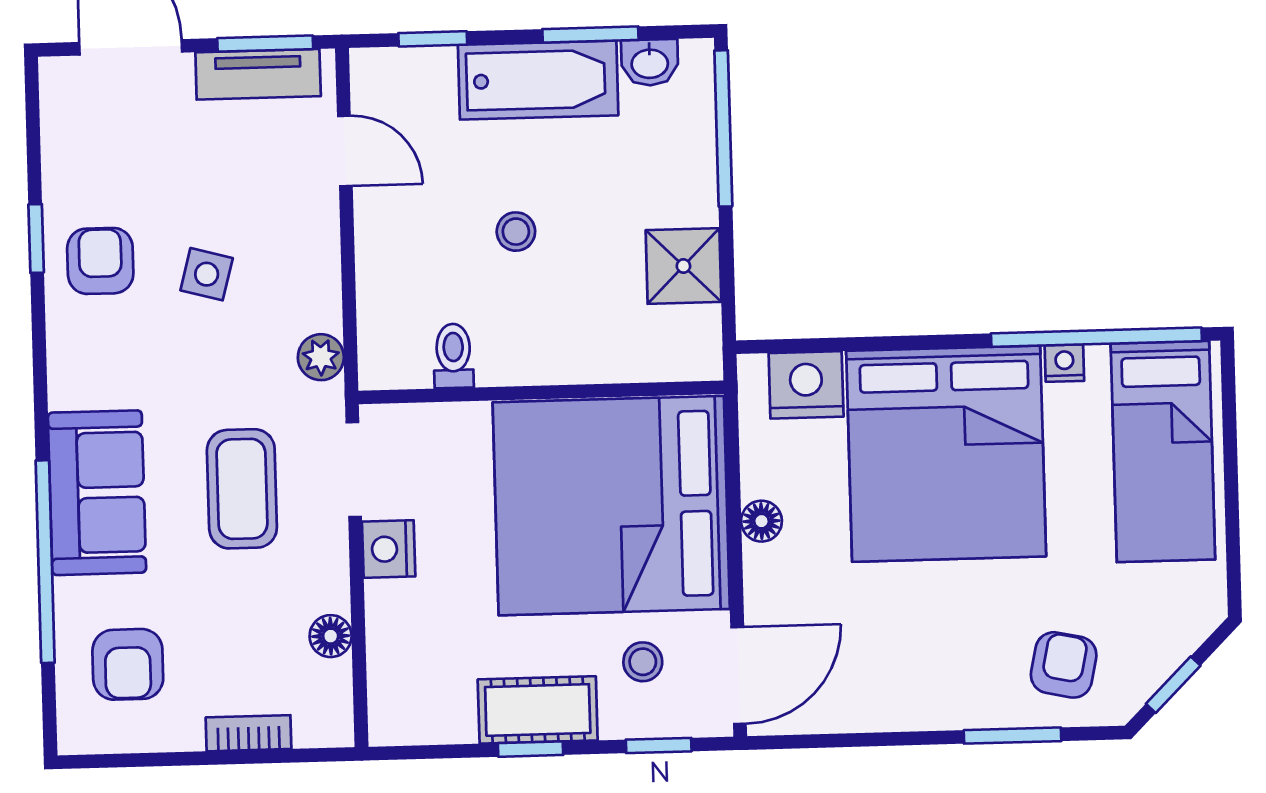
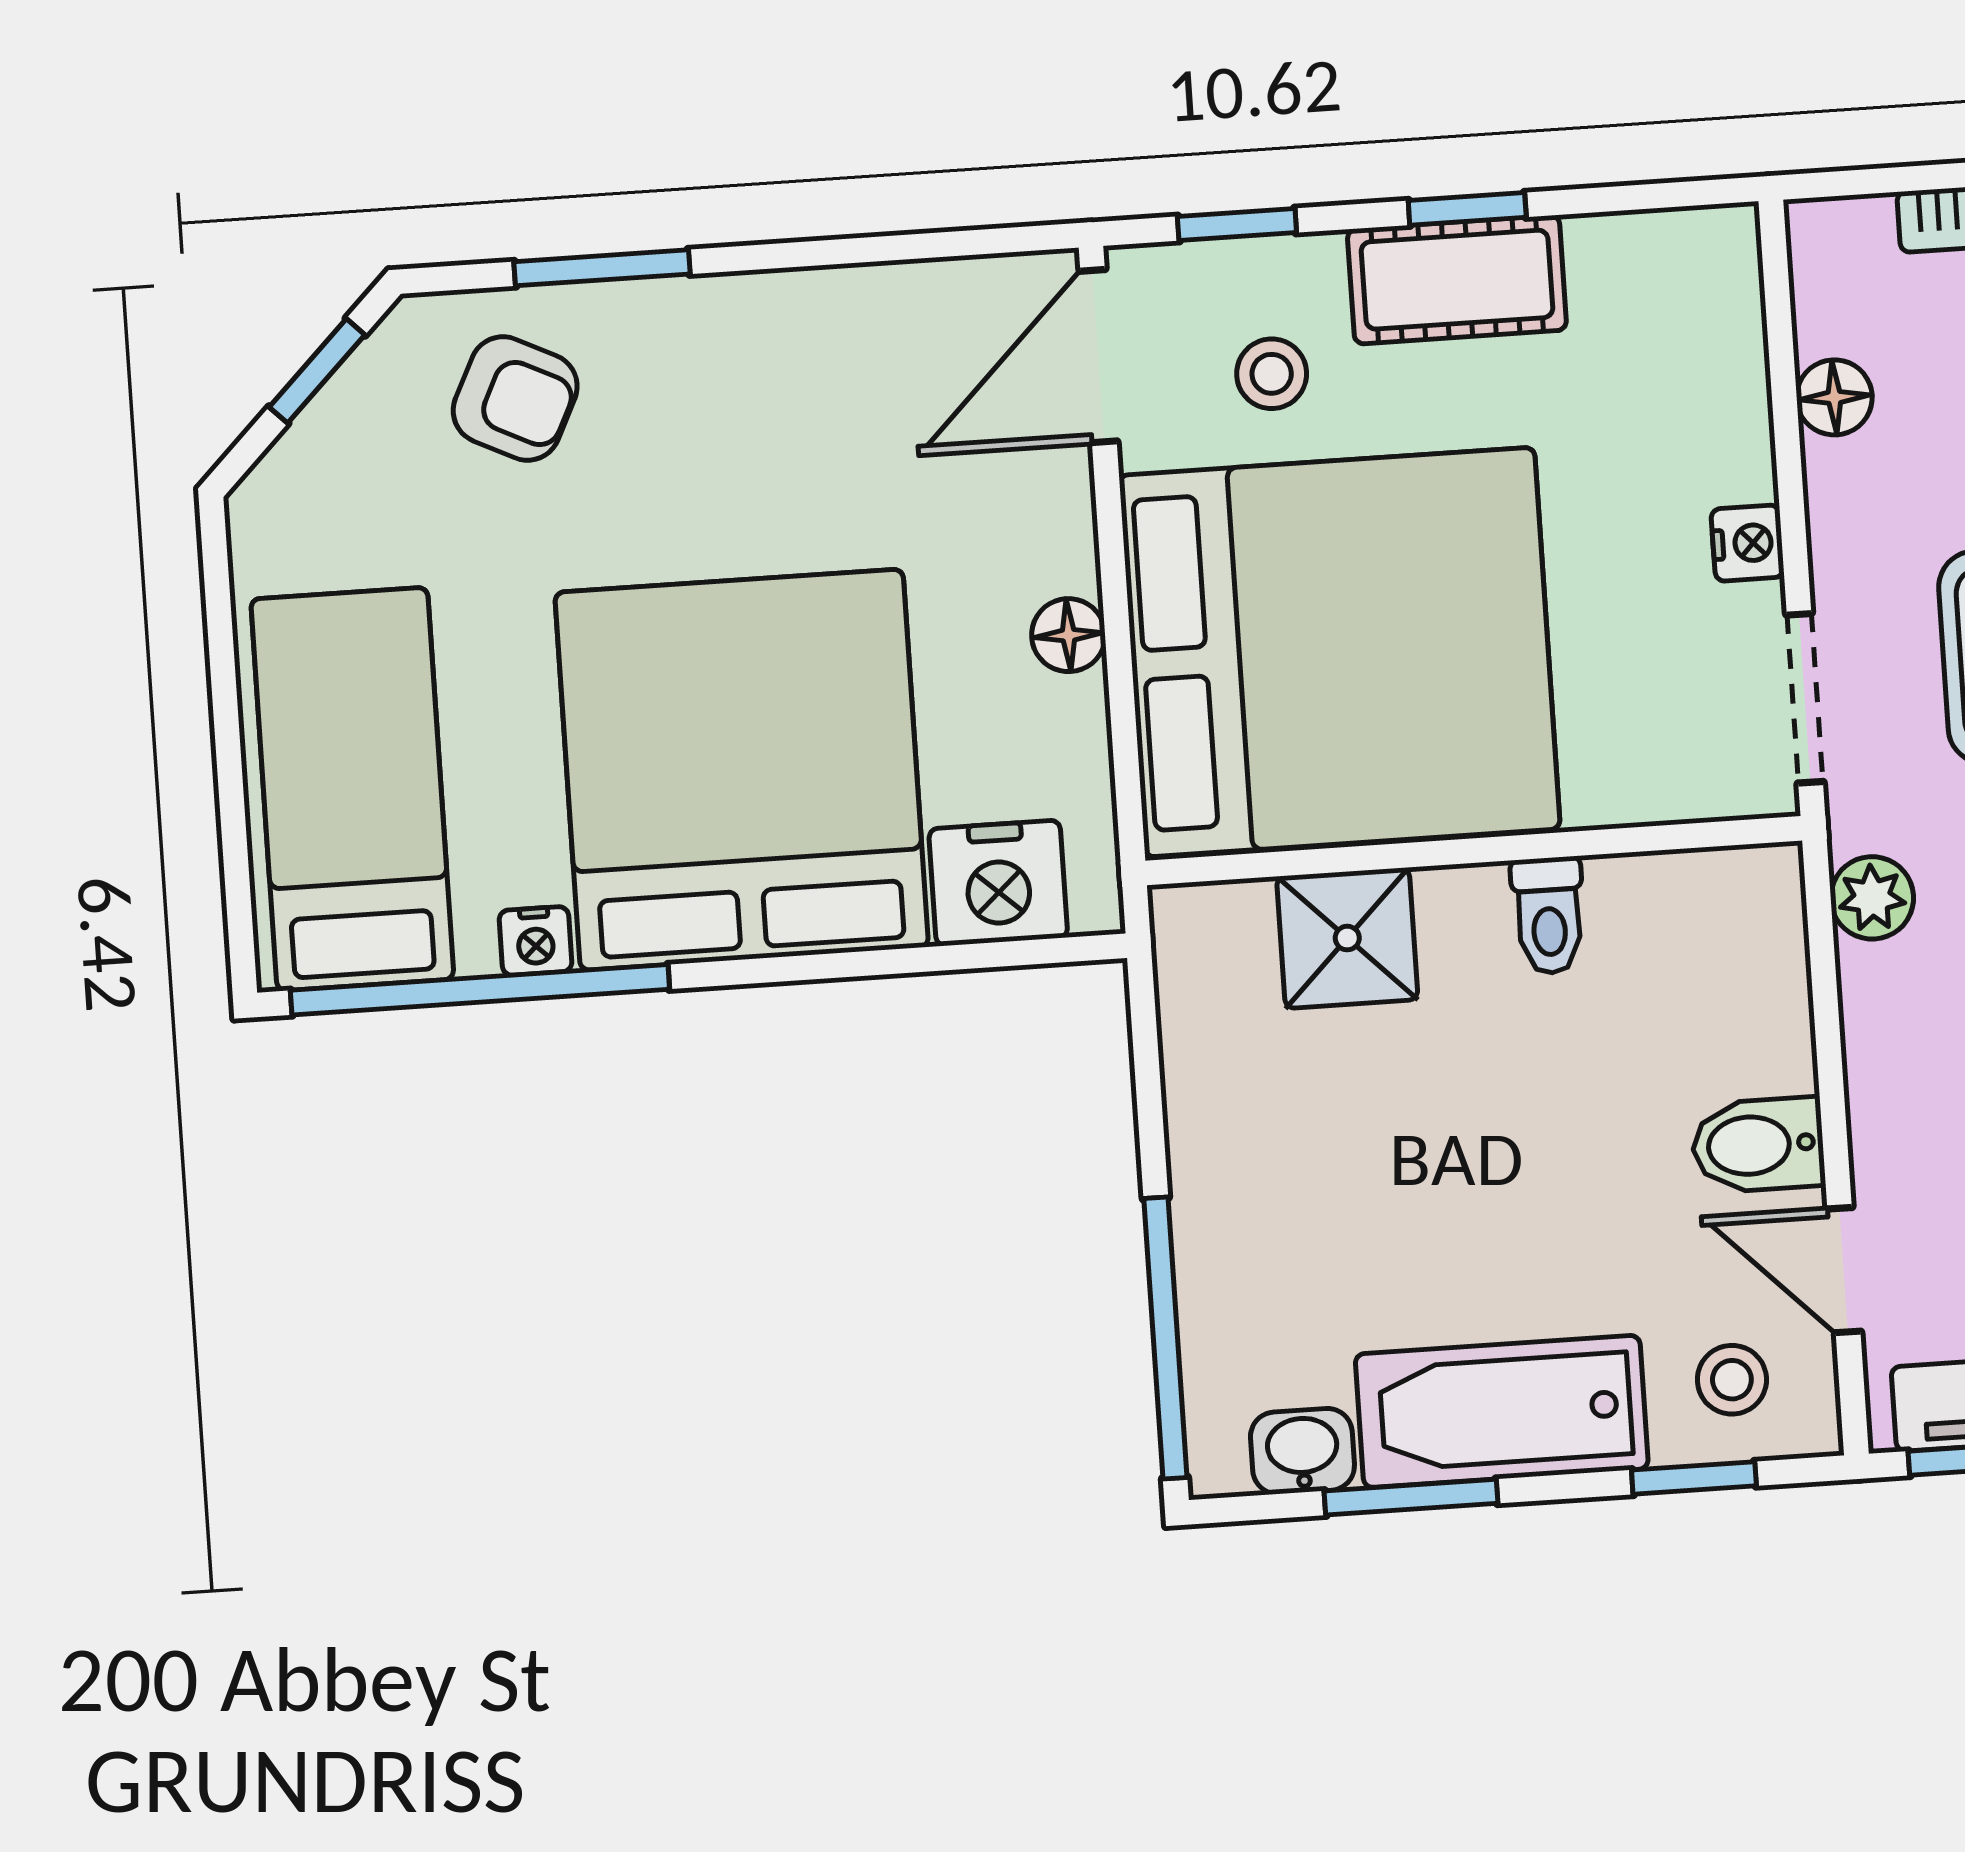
bidet: (390, 222) -> (1758, 1145), added
stool: (516, 232) -> (1732, 1380), moved
shower: (683, 266) -> (1347, 938), moved
toilet: (453, 356) -> (1549, 916), moved
nightstand: (389, 549) -> (1748, 543), width x0.72, depth x0.74
armchair: (1064, 665) -> (515, 398), turned -76

